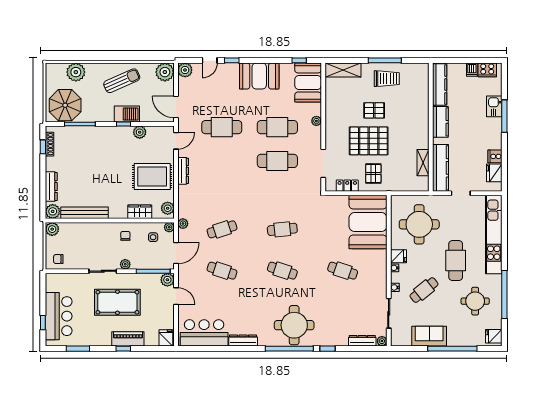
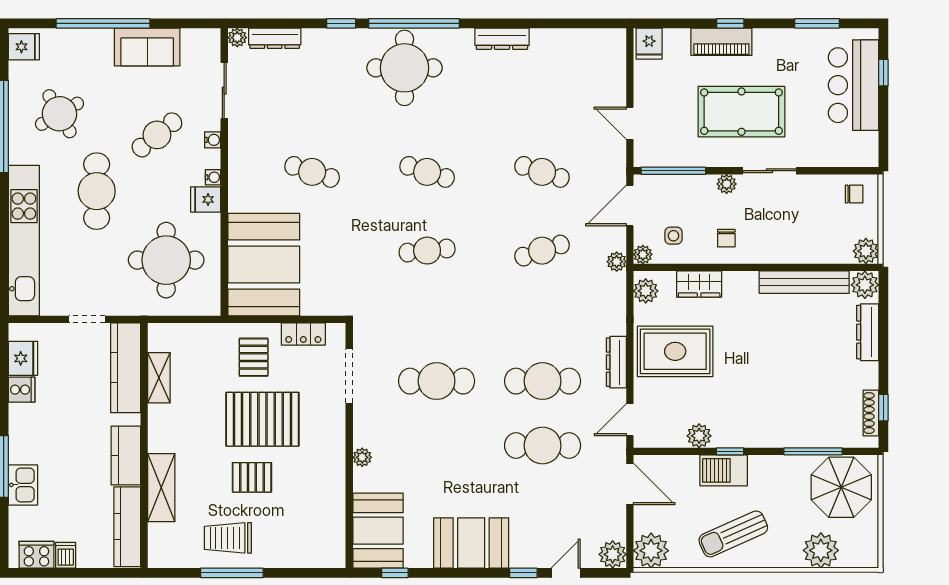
shelving: (343, 70) -> (161, 488), moved, turned 90
cafe table: (277, 127) -> (543, 381), moved
plant: (167, 280) -> (646, 154), removed
round table: (475, 301) -> (59, 114), turned -30
bar counter: (204, 333) -> (576, 53), removed

